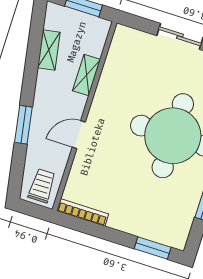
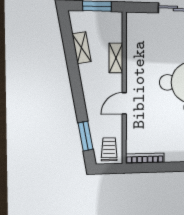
window: (23, 125) -> (85, 136), moved

